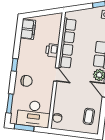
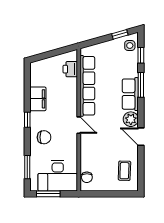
filing cabinet: (28, 29) -> (38, 99), moved
printer: (52, 50) -> (70, 69), moved

